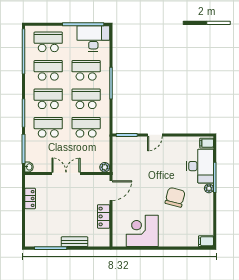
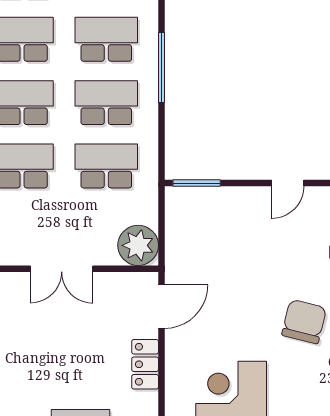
door: (155, 135) -> (288, 183), moved
plant: (105, 167) -> (138, 245), width x1.87, depth x1.87
double door: (66, 173) -> (62, 269), swing flipped

